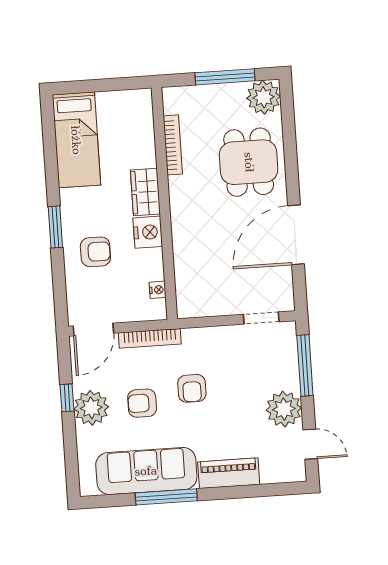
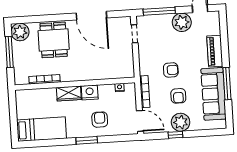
dining table: (249, 162) -> (54, 40), turned 90

